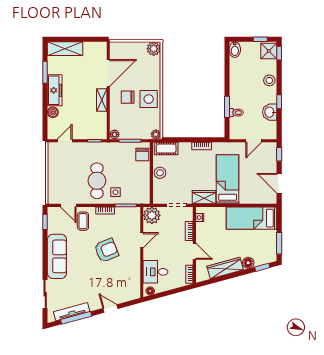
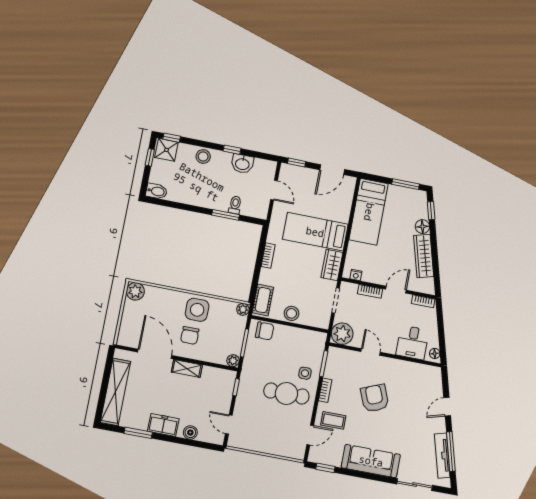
shelving: (65, 49) -> (115, 392), width x1.47
freezer: (55, 90) -> (163, 425), width x0.71

